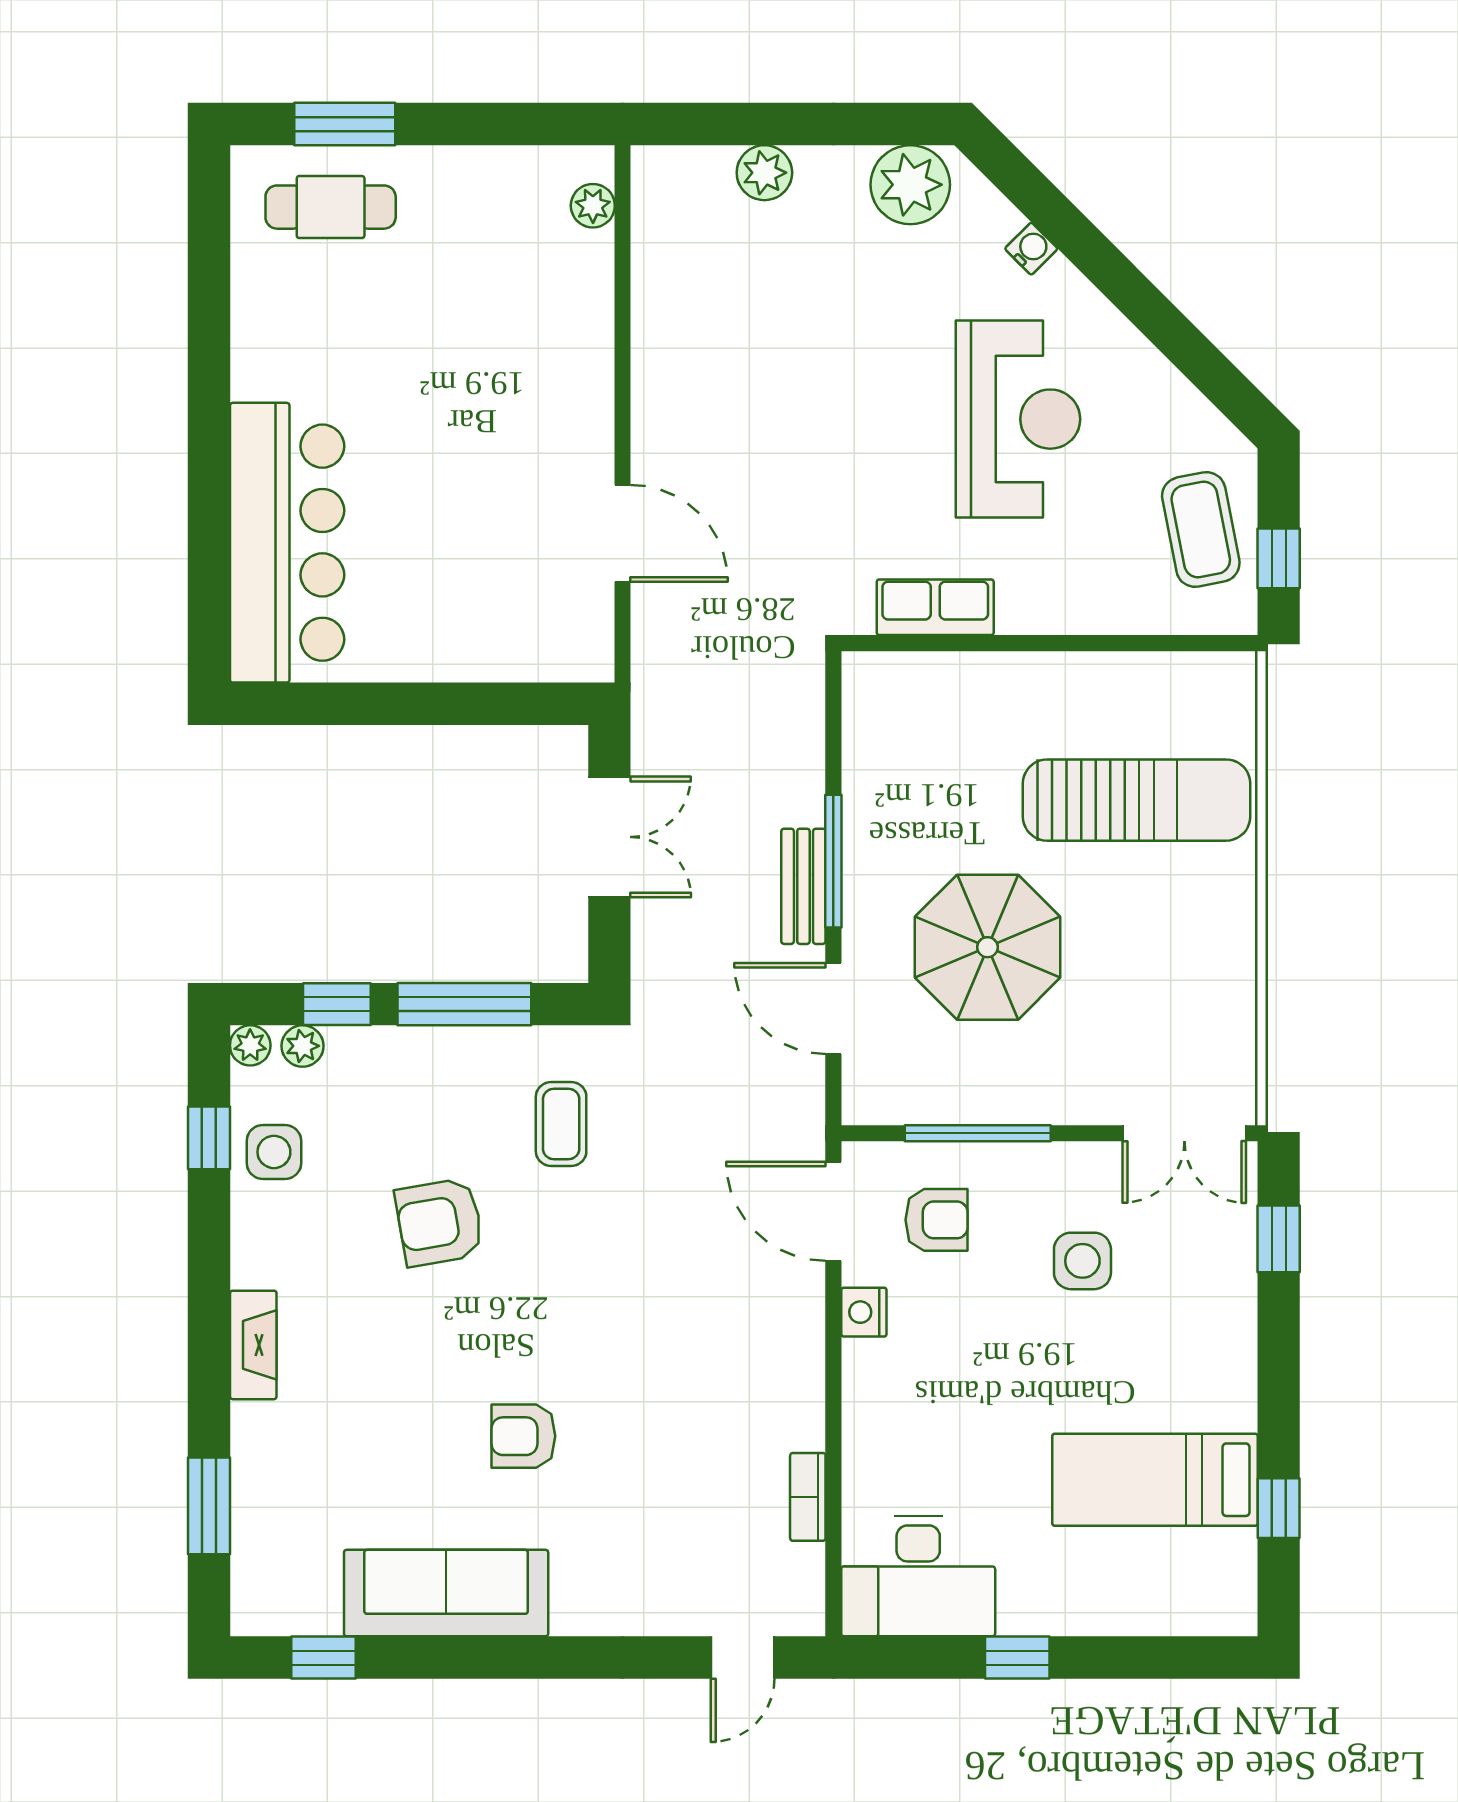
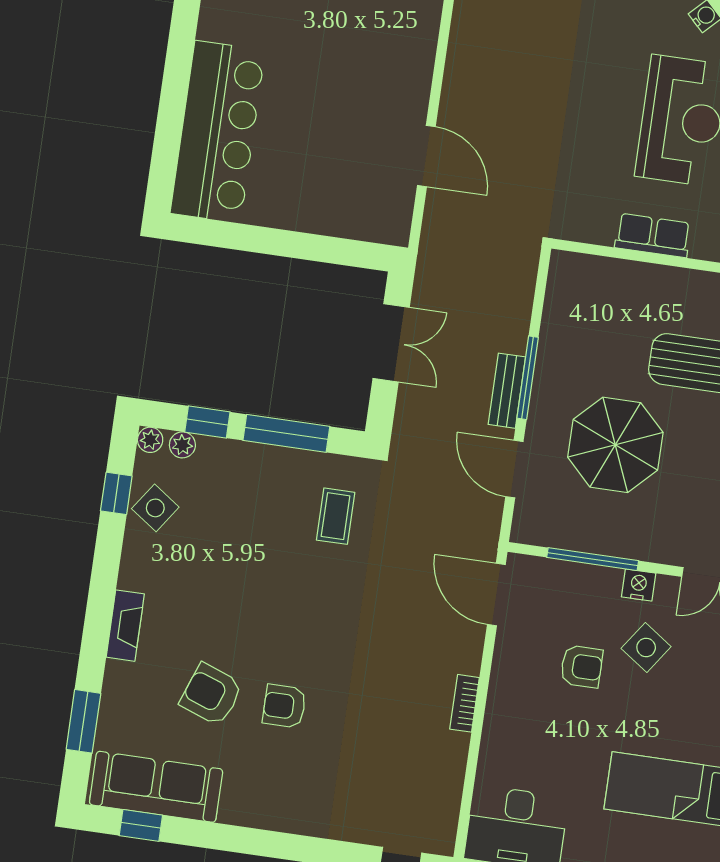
row of seats: (935, 607) -> (653, 235), moved
side table: (274, 1152) -> (155, 508), turned 35
armchair: (937, 1220) -> (582, 667), moved
armchair: (439, 1222) -> (211, 694), moved, turned 30
side table: (1082, 1261) -> (646, 648), turned 35
nightstand: (864, 1312) -> (639, 585), moved, turned 90
bookcase: (808, 1497) -> (465, 703), moved
sofa: (446, 1593) -> (156, 787), moved

